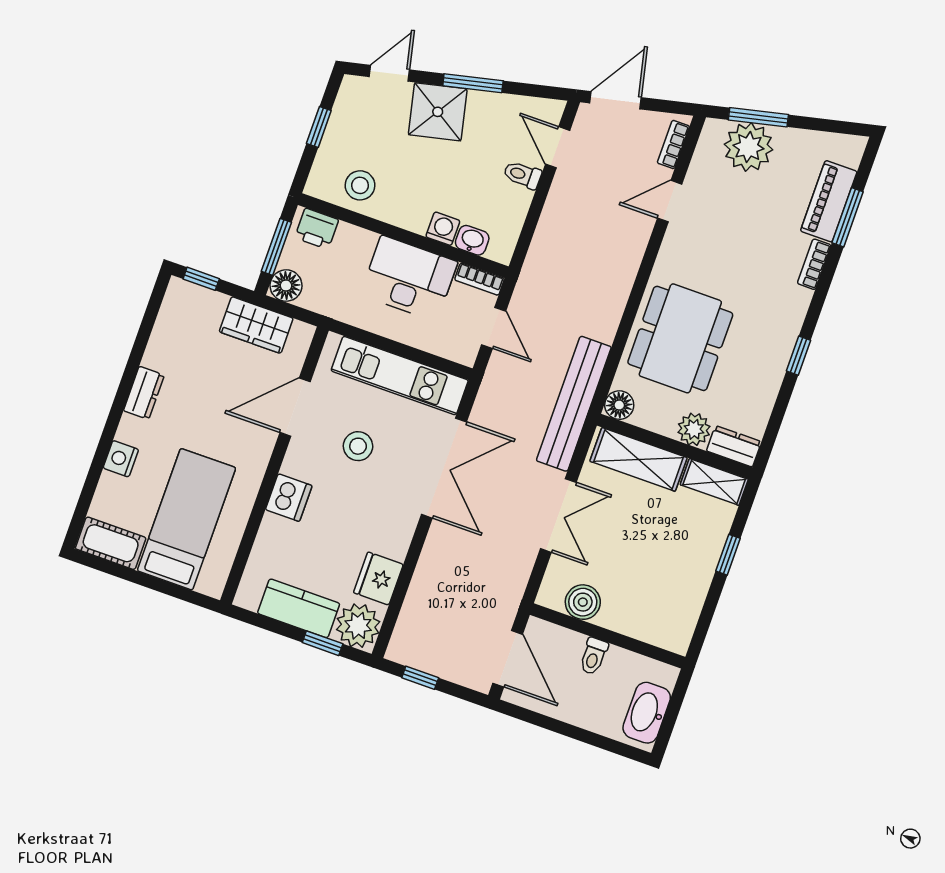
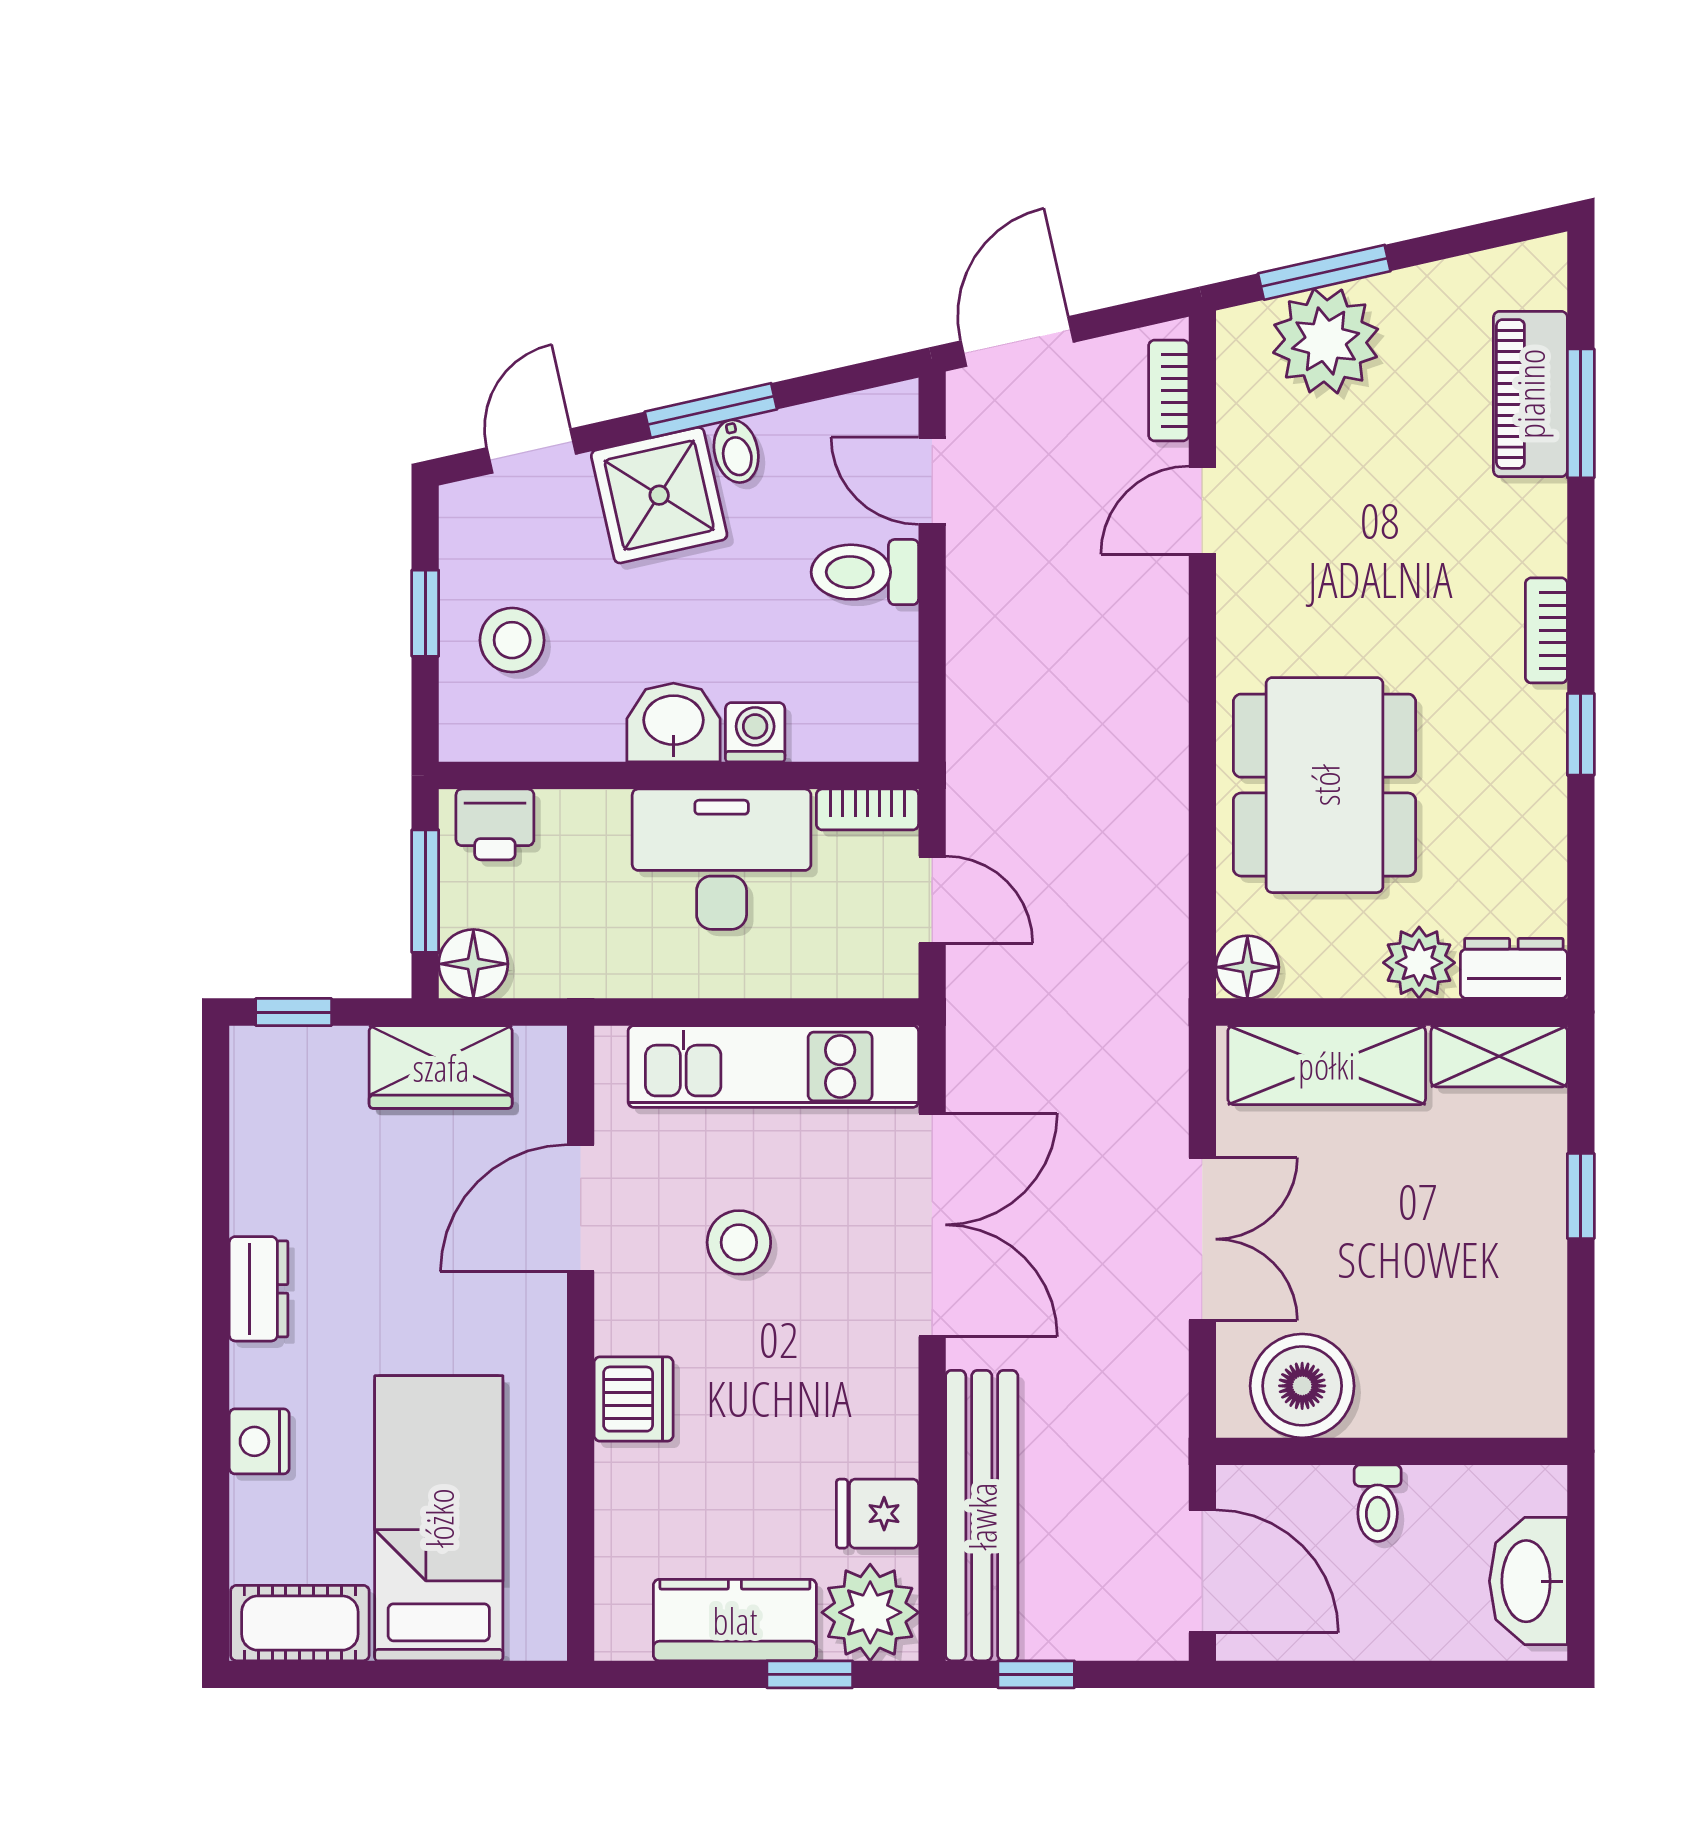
bidet: (478, 105) -> (736, 451), added
toilet: (522, 175) -> (865, 572), width x1.37, depth x1.39
stool: (360, 185) -> (512, 640), moved
washbasin: (472, 240) -> (673, 723), moved, width x1.38, depth x1.45
bookcase: (814, 264) -> (1546, 630), moved
bench: (574, 404) -> (982, 1516), moved
fridge: (378, 578) -> (877, 1514), width x0.72
boiler: (583, 602) -> (1302, 1386), width x1.37, depth x1.37

